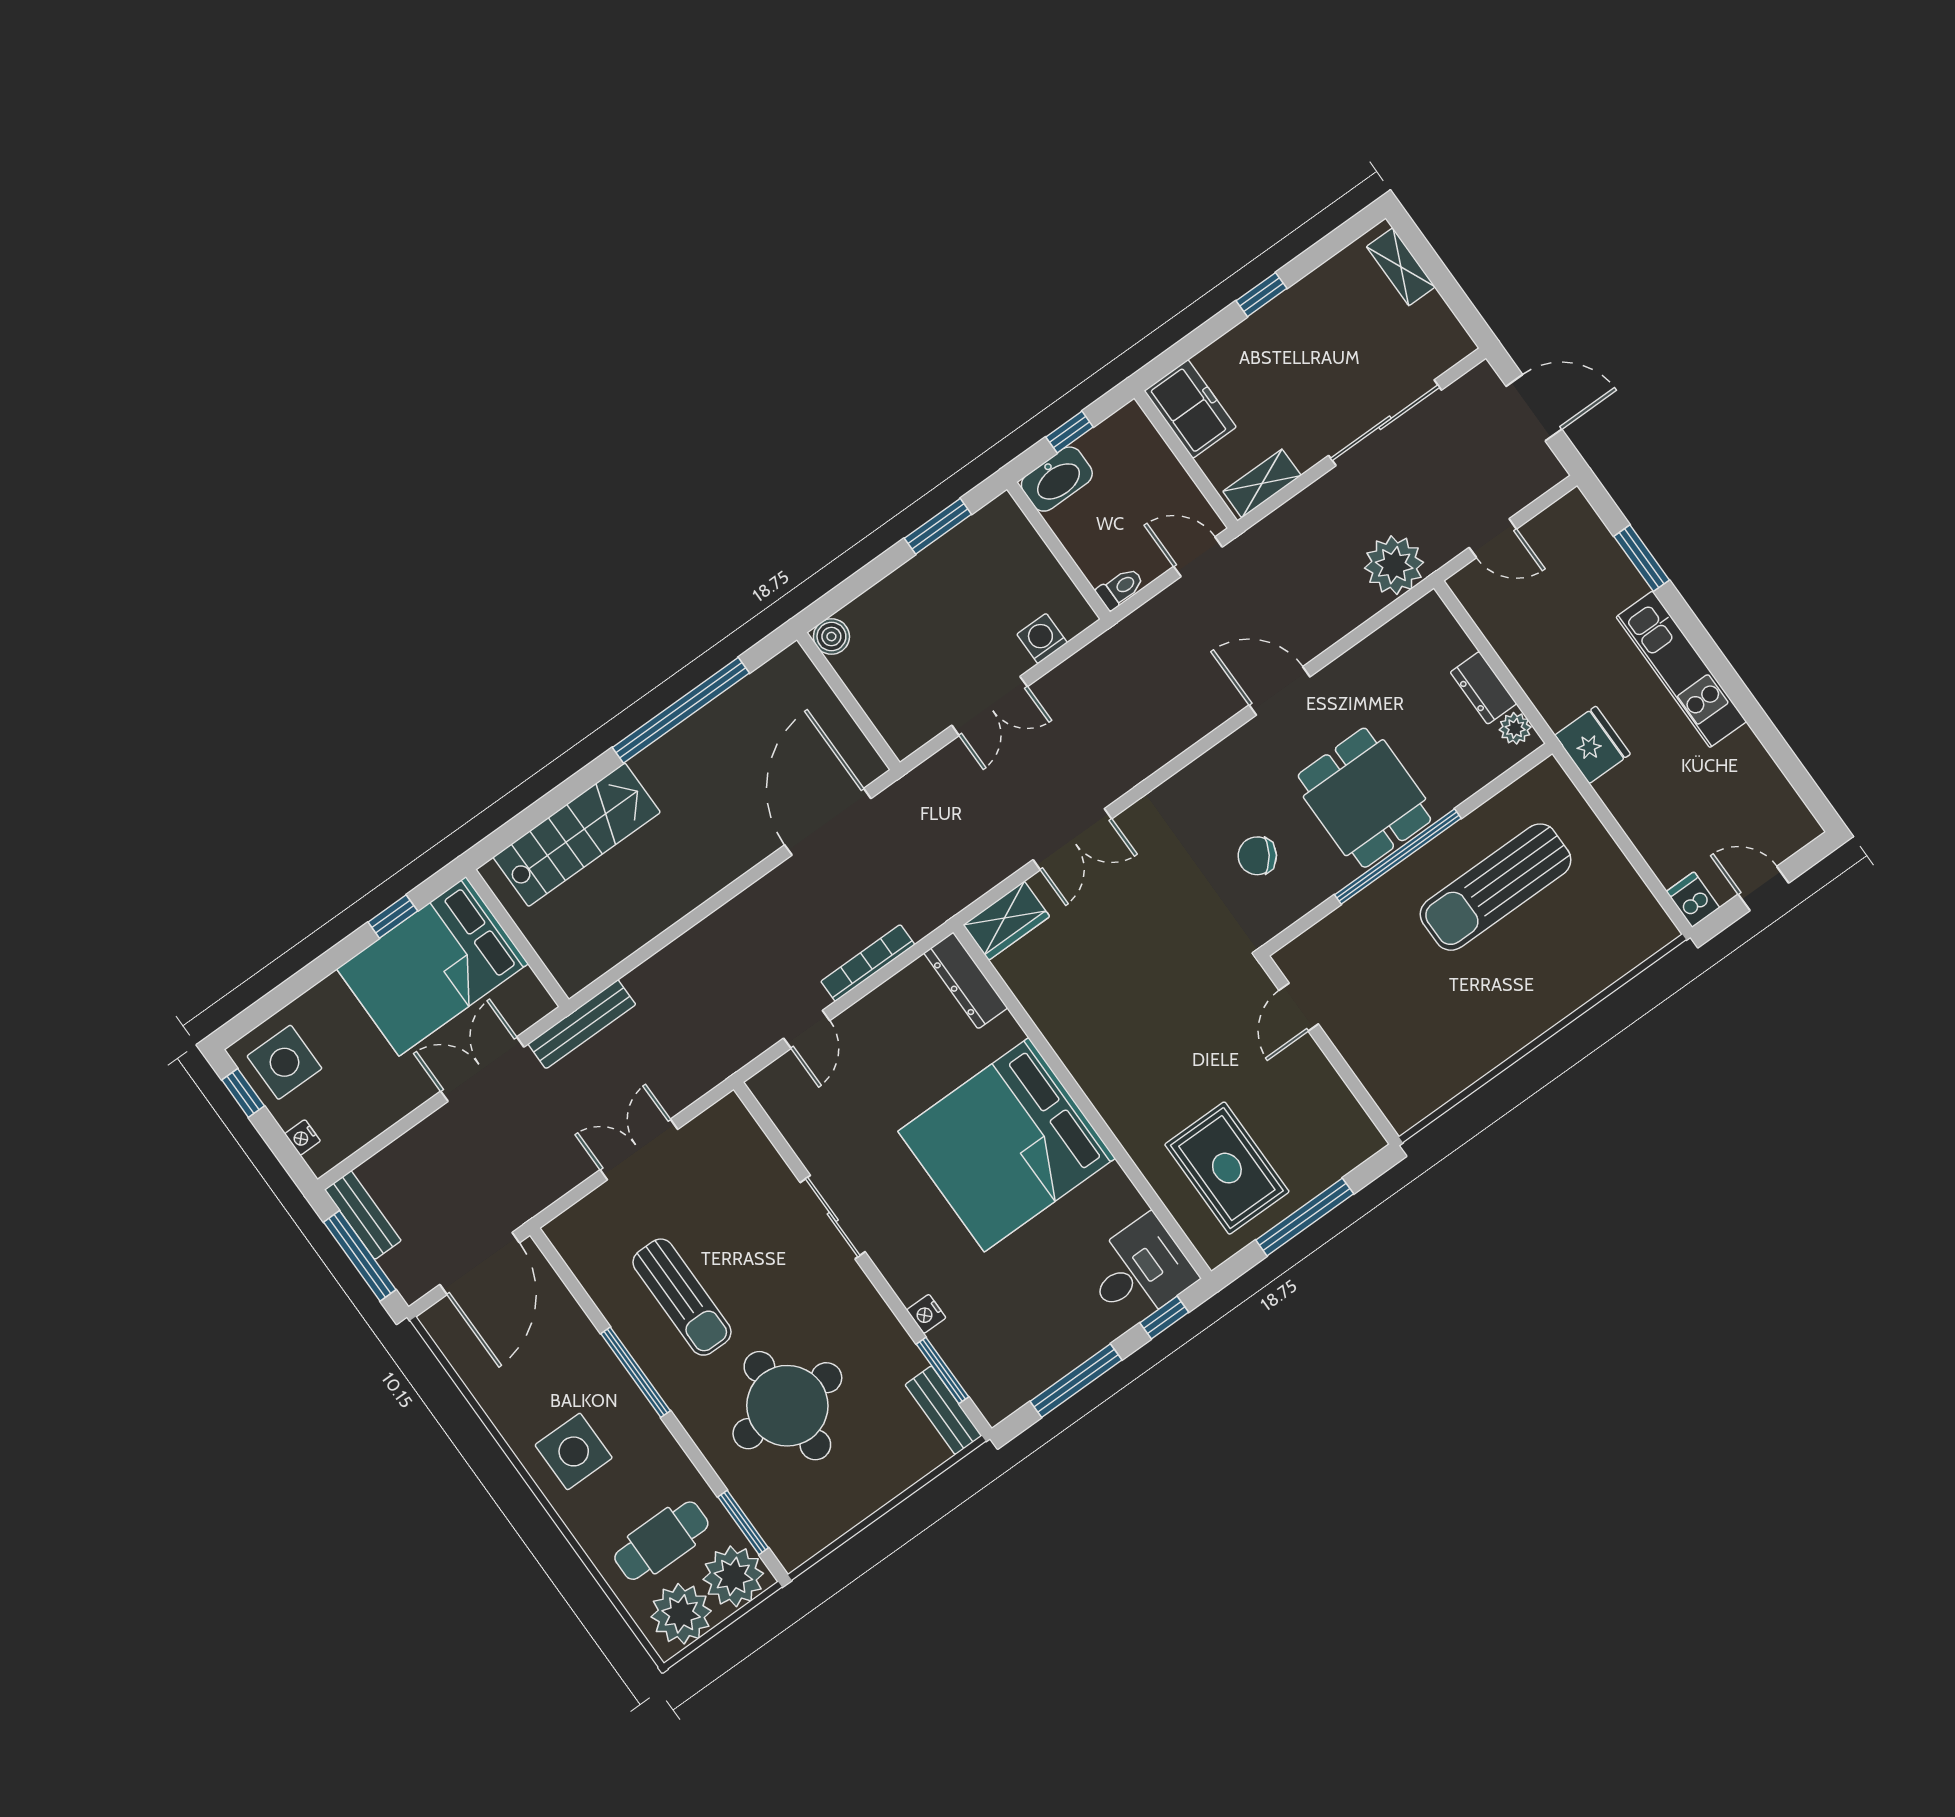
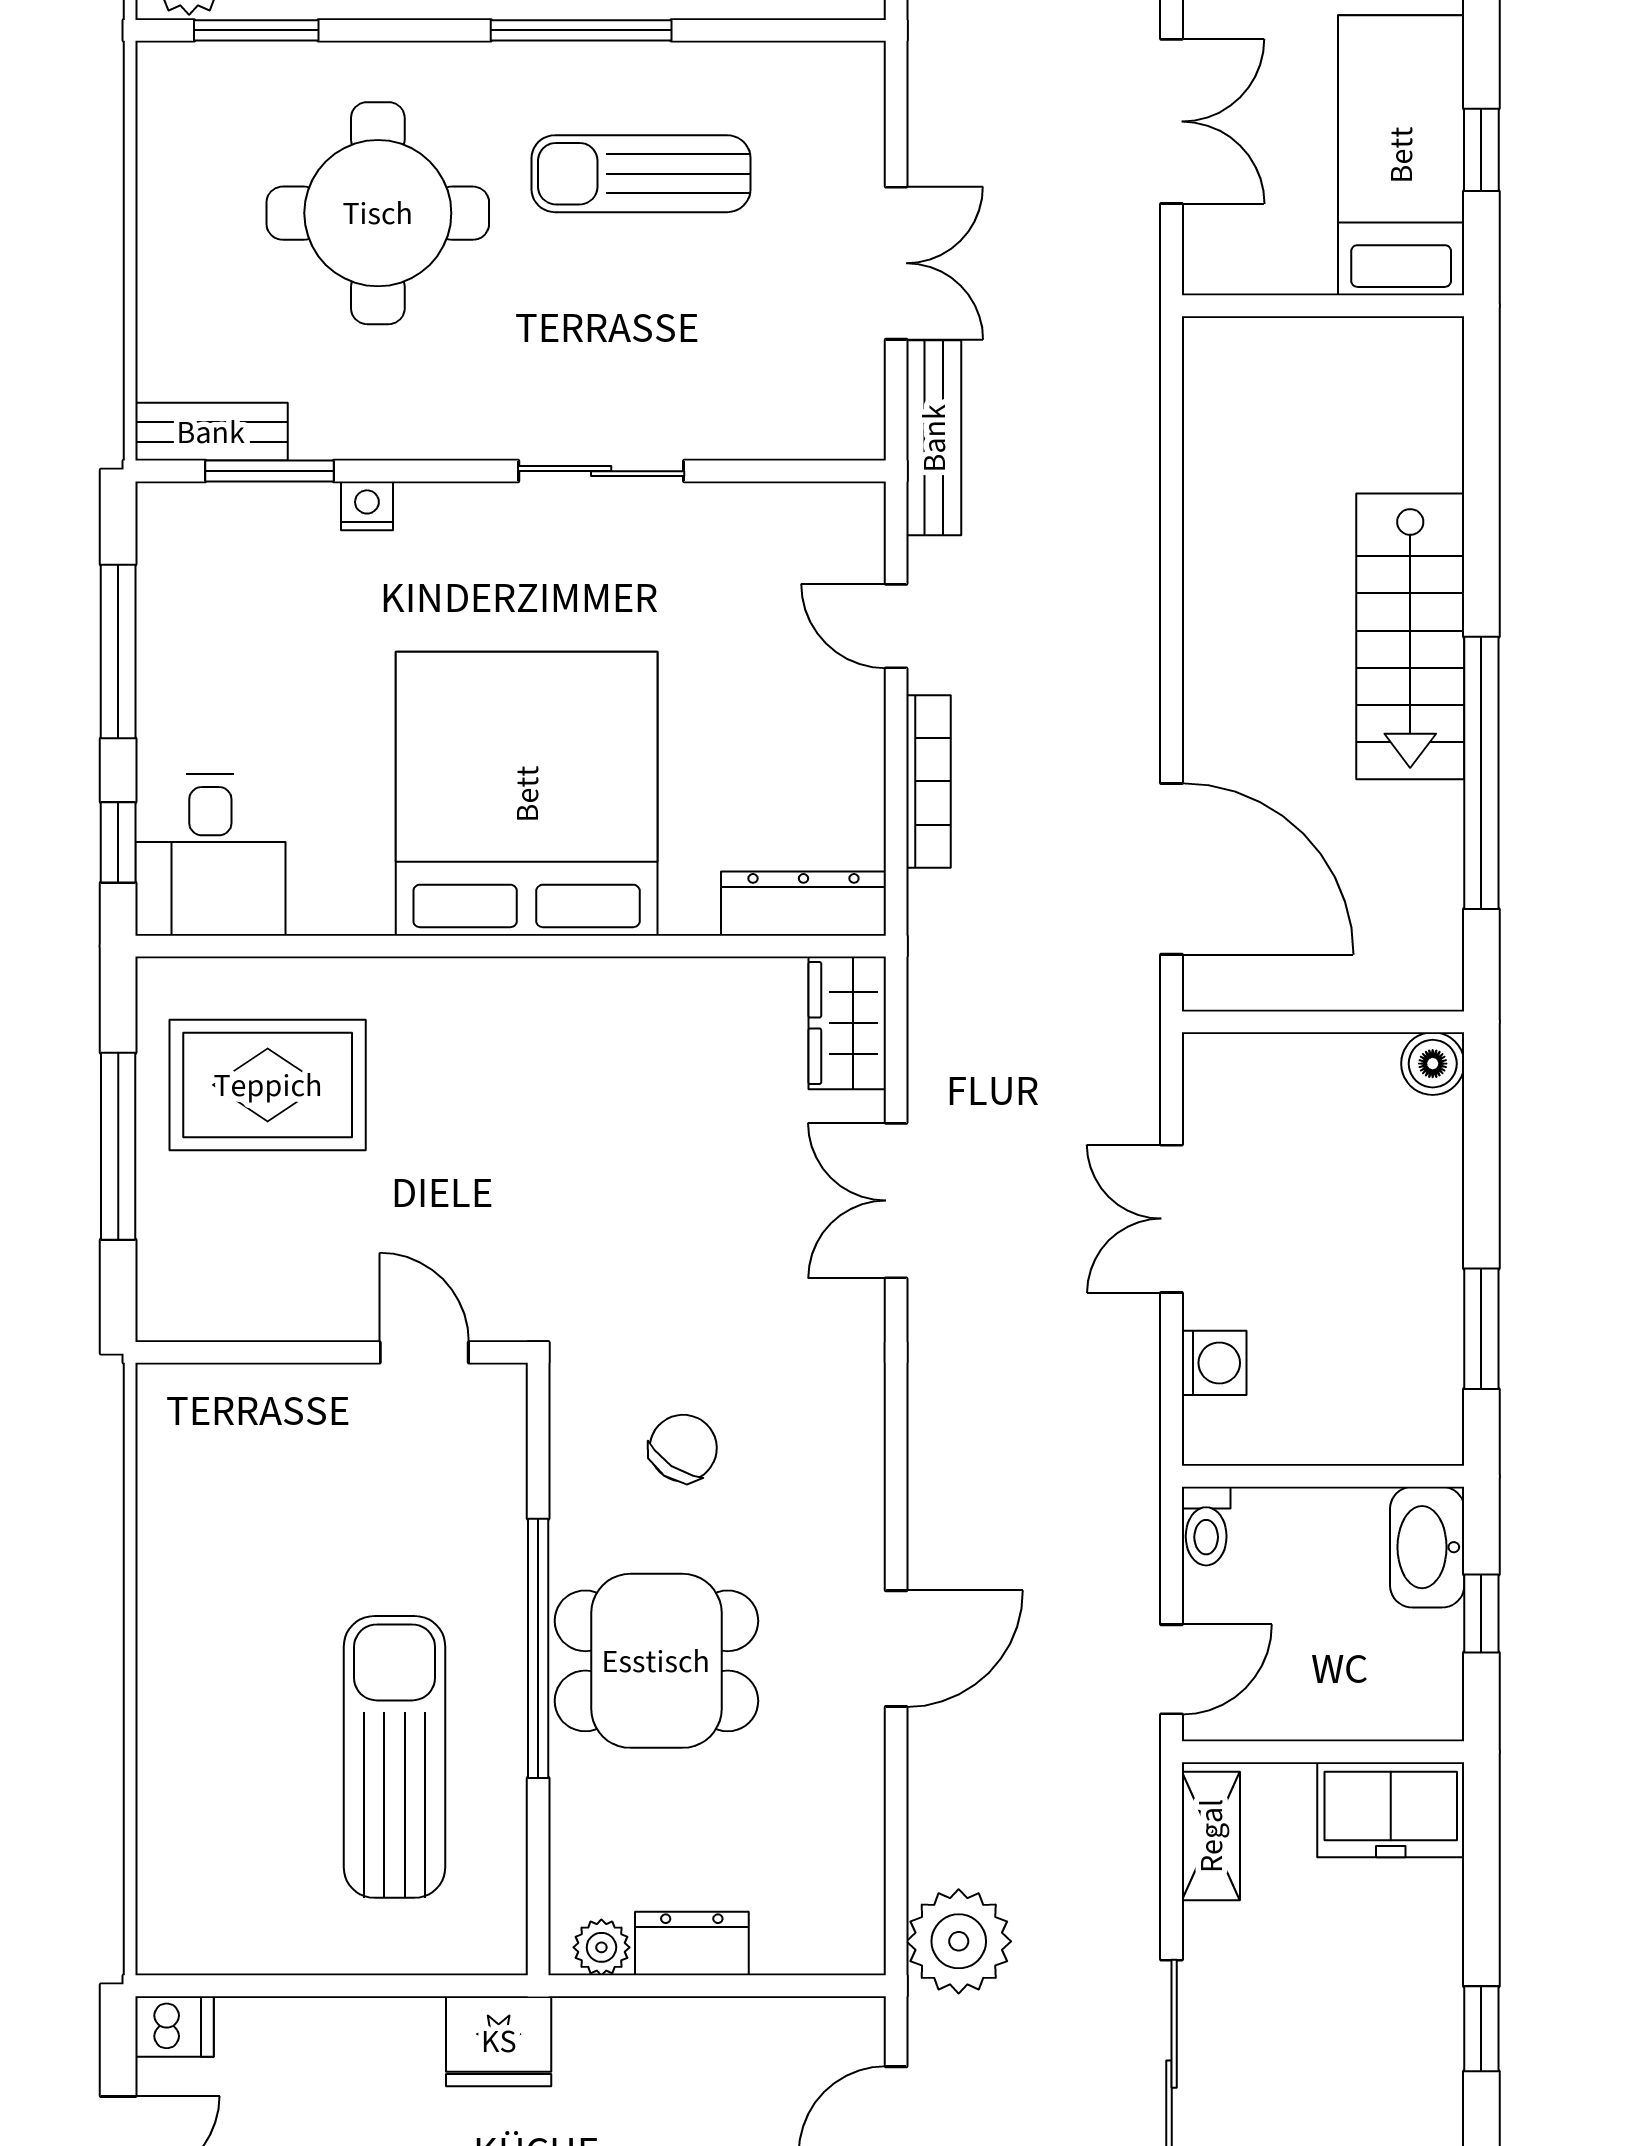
stairs: (577, 835) -> (1410, 636), moved
bed: (432, 966) -> (1401, 155), width x0.67
bench: (582, 1024) -> (934, 438), moved

